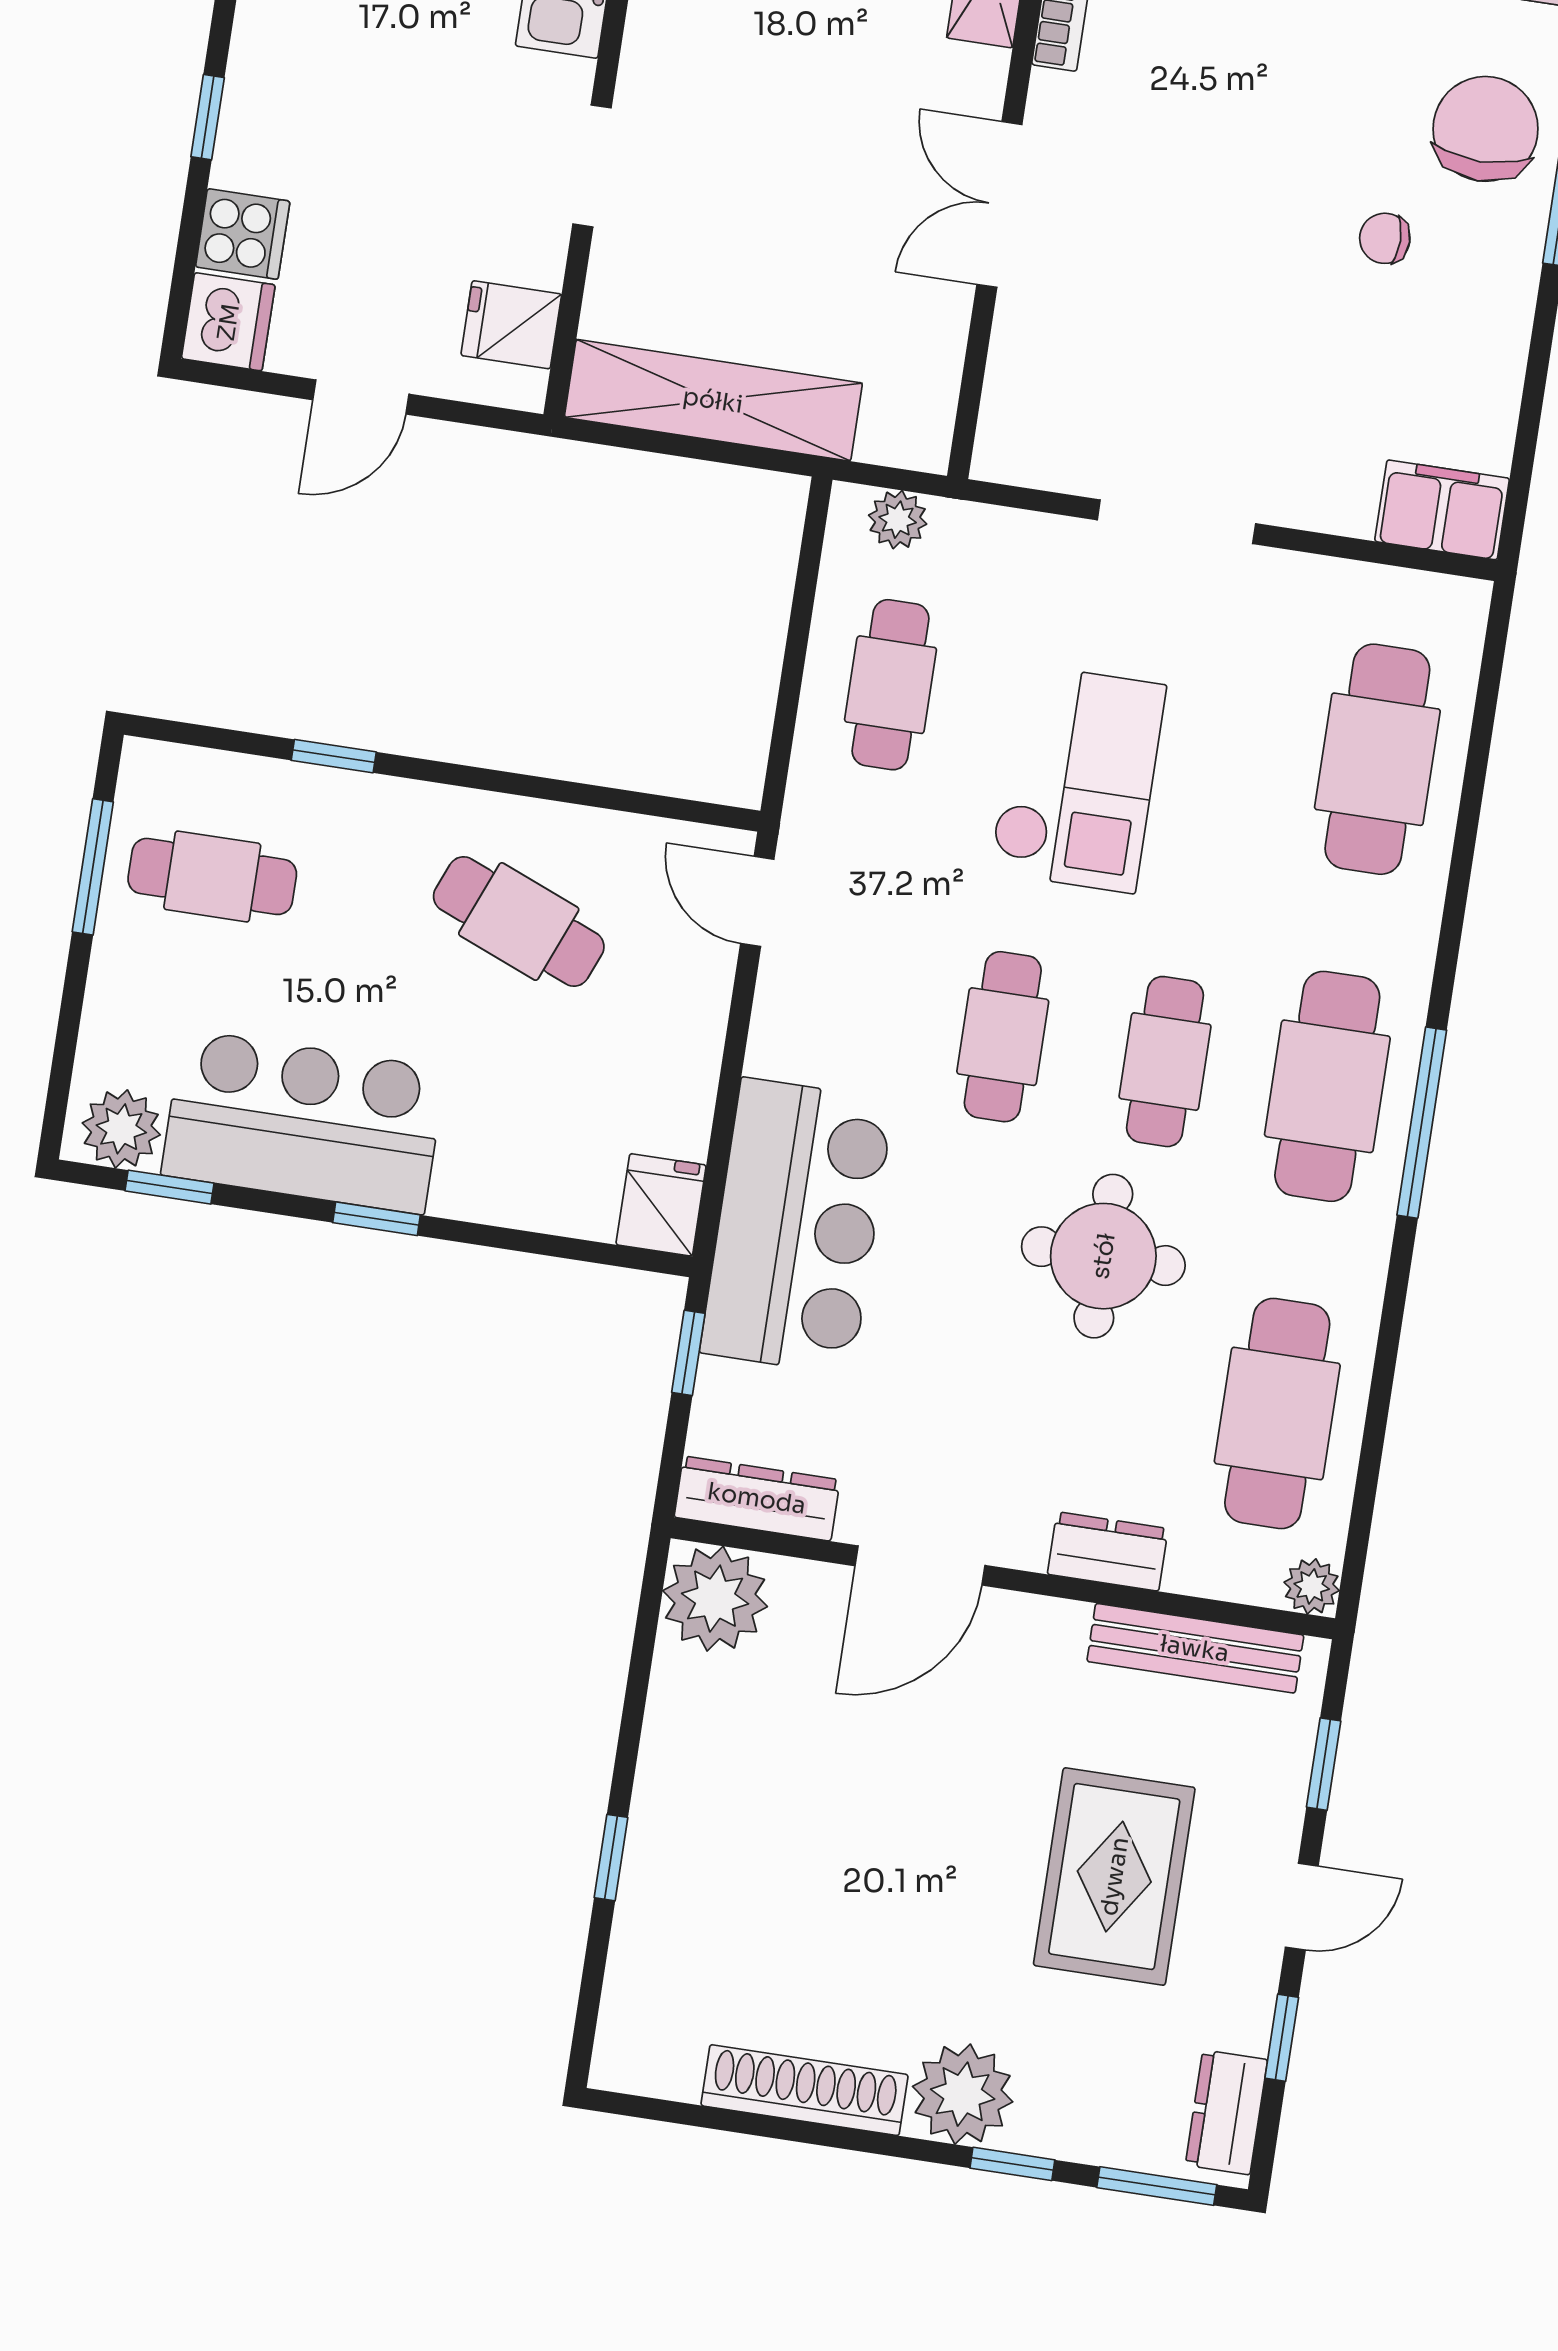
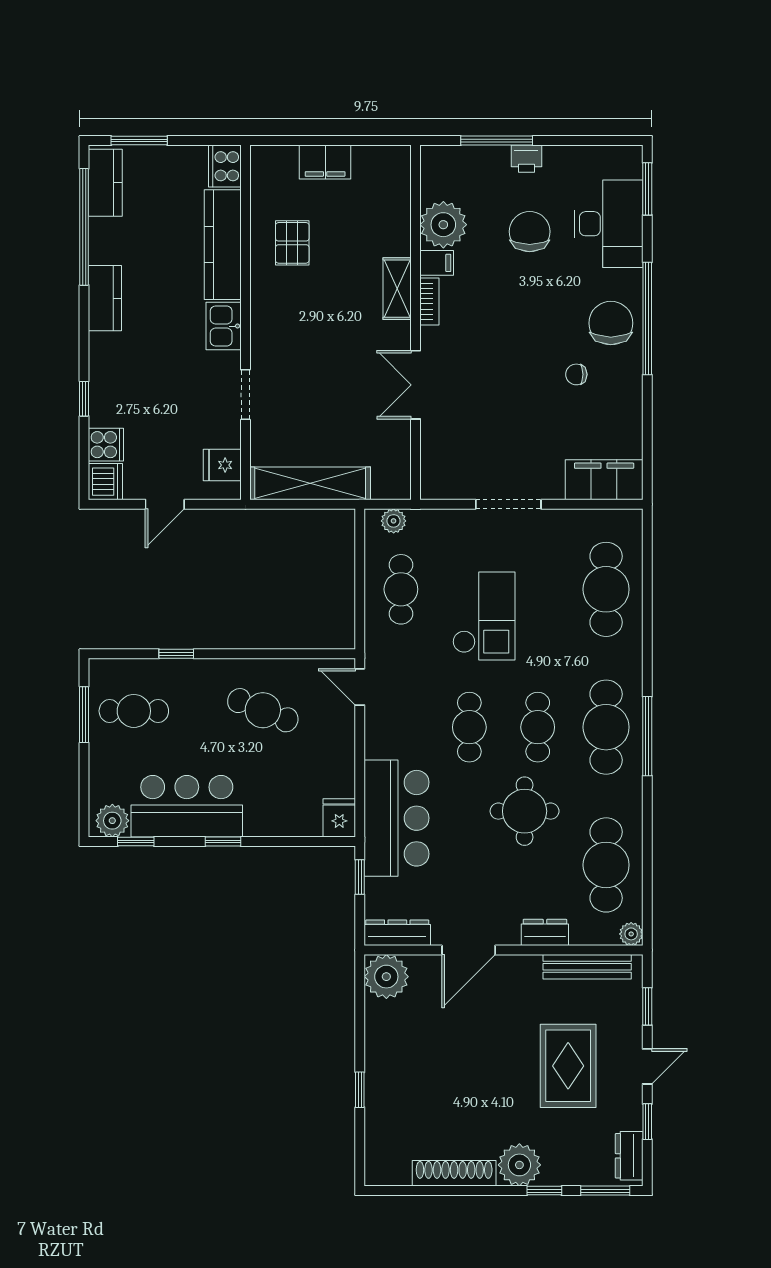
filing cabinet: (1442, 510) -> (604, 480), width x1.50, depth x1.17

